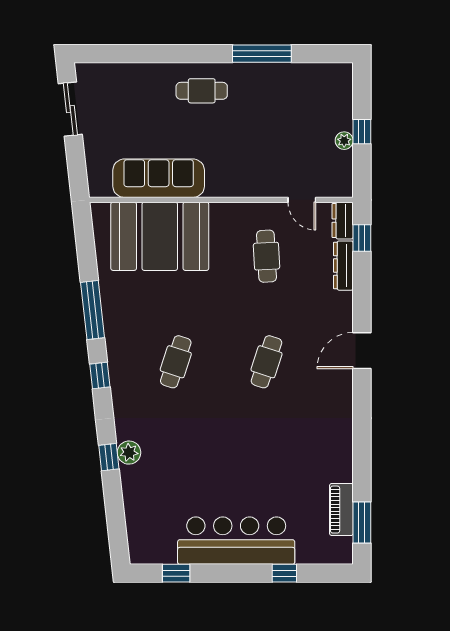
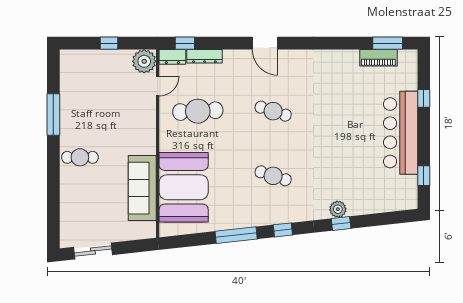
cafe table: (202, 91) -> (80, 157), turned 90
plant: (344, 141) -> (144, 61), moved, width x1.88, depth x1.88
cafe table: (266, 256) -> (198, 111), width x1.37, depth x1.35

